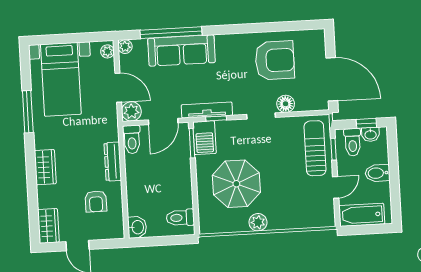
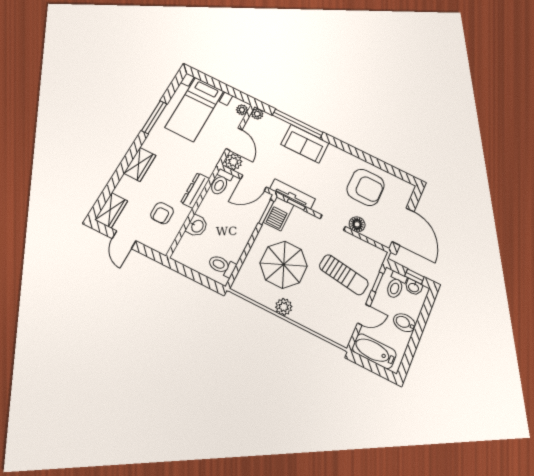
sofa: (181, 50) -> (305, 144), width x0.73
sun lounger: (315, 148) -> (344, 275), moved, turned 98
washbasin: (137, 227) -> (197, 226), moved

